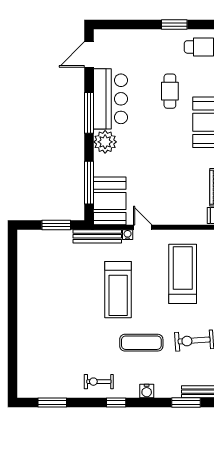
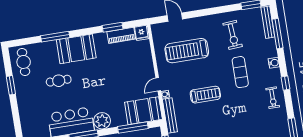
treadmill: (118, 290) -> (205, 95), width x0.73, depth x0.73
window: (186, 403) -> (277, 34), width x1.44

